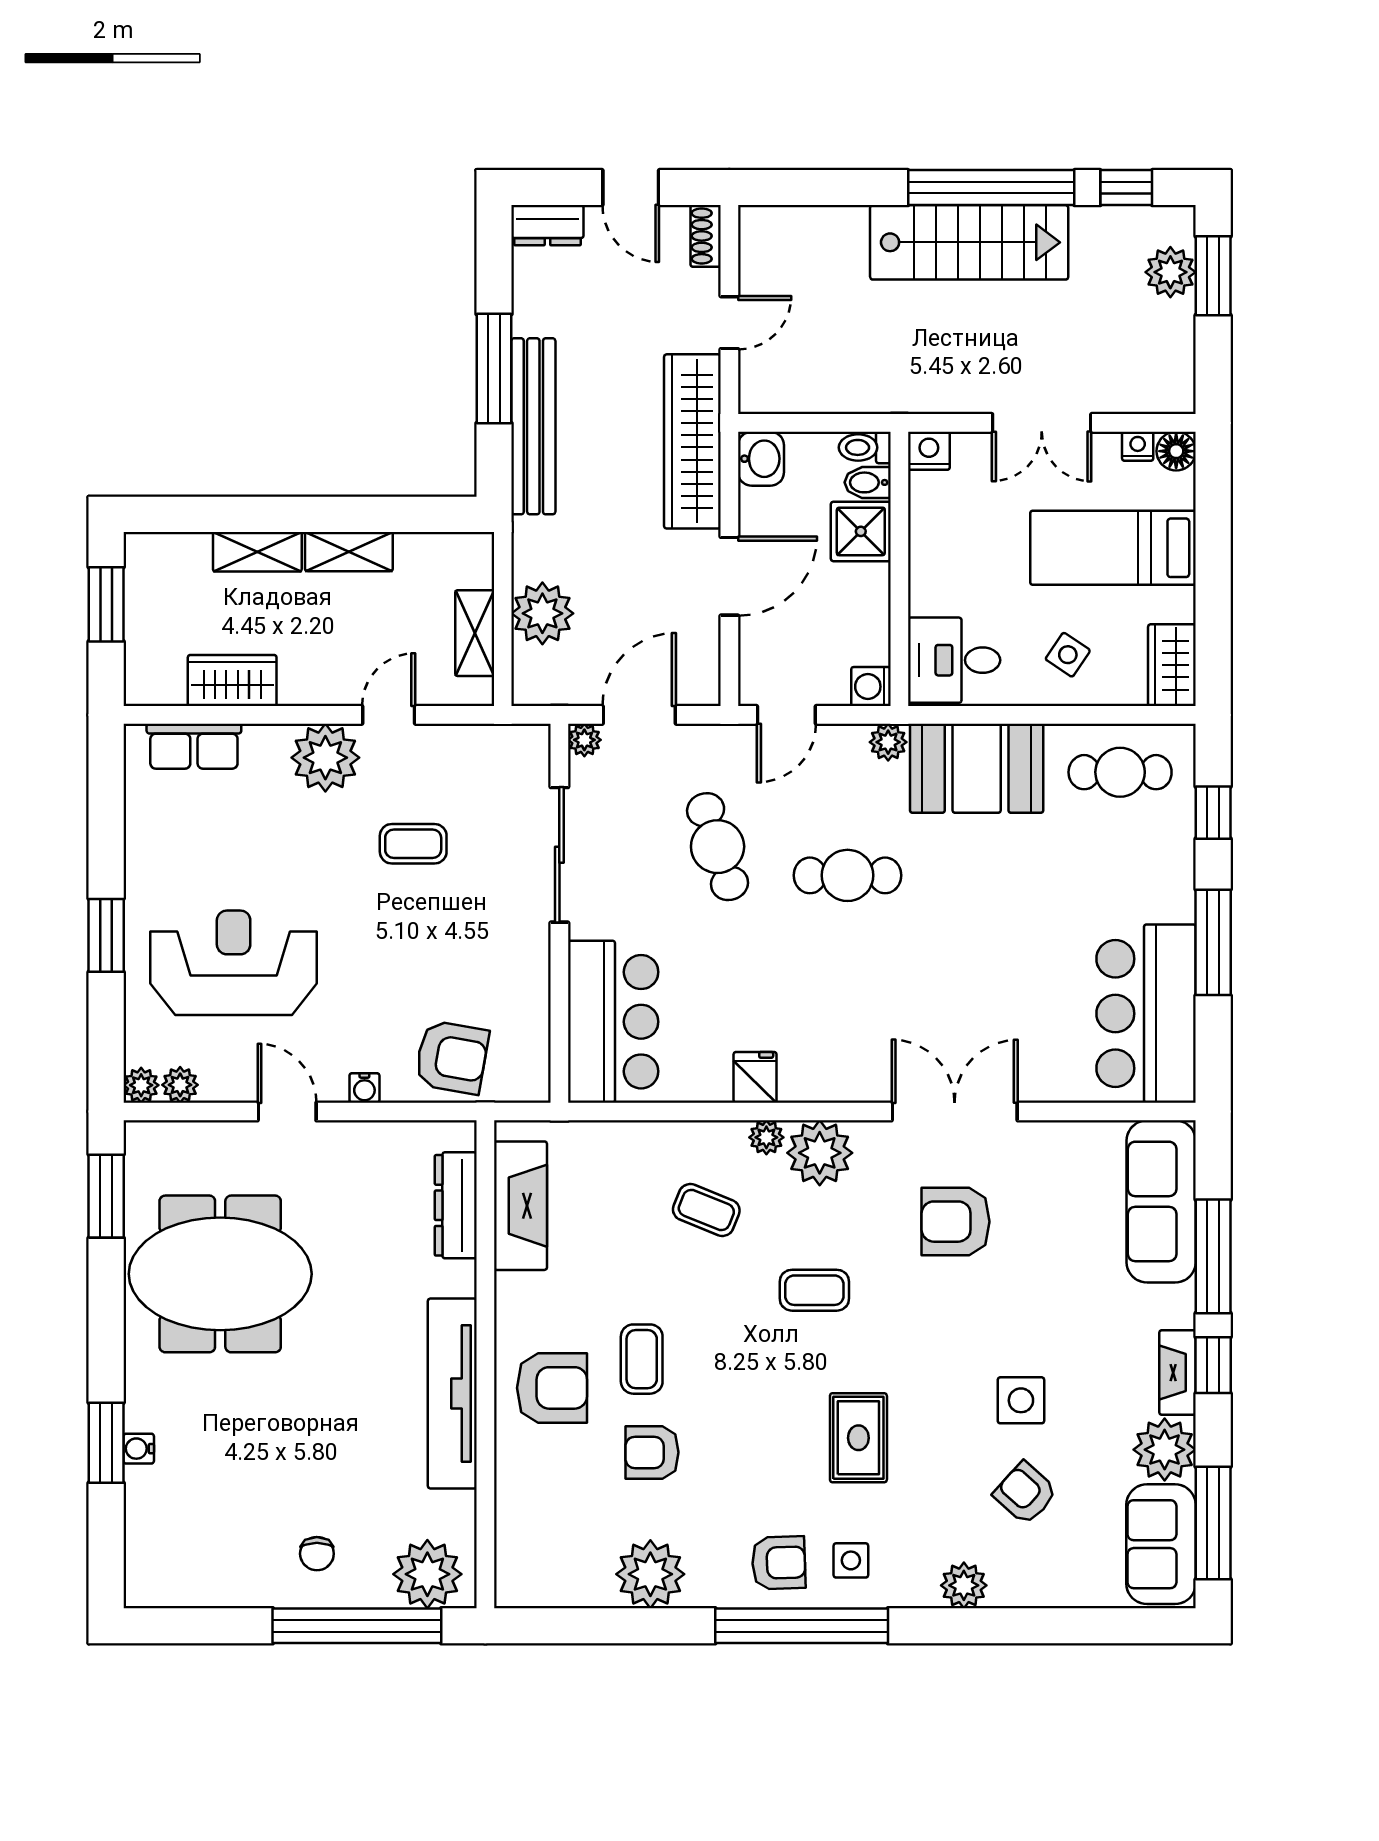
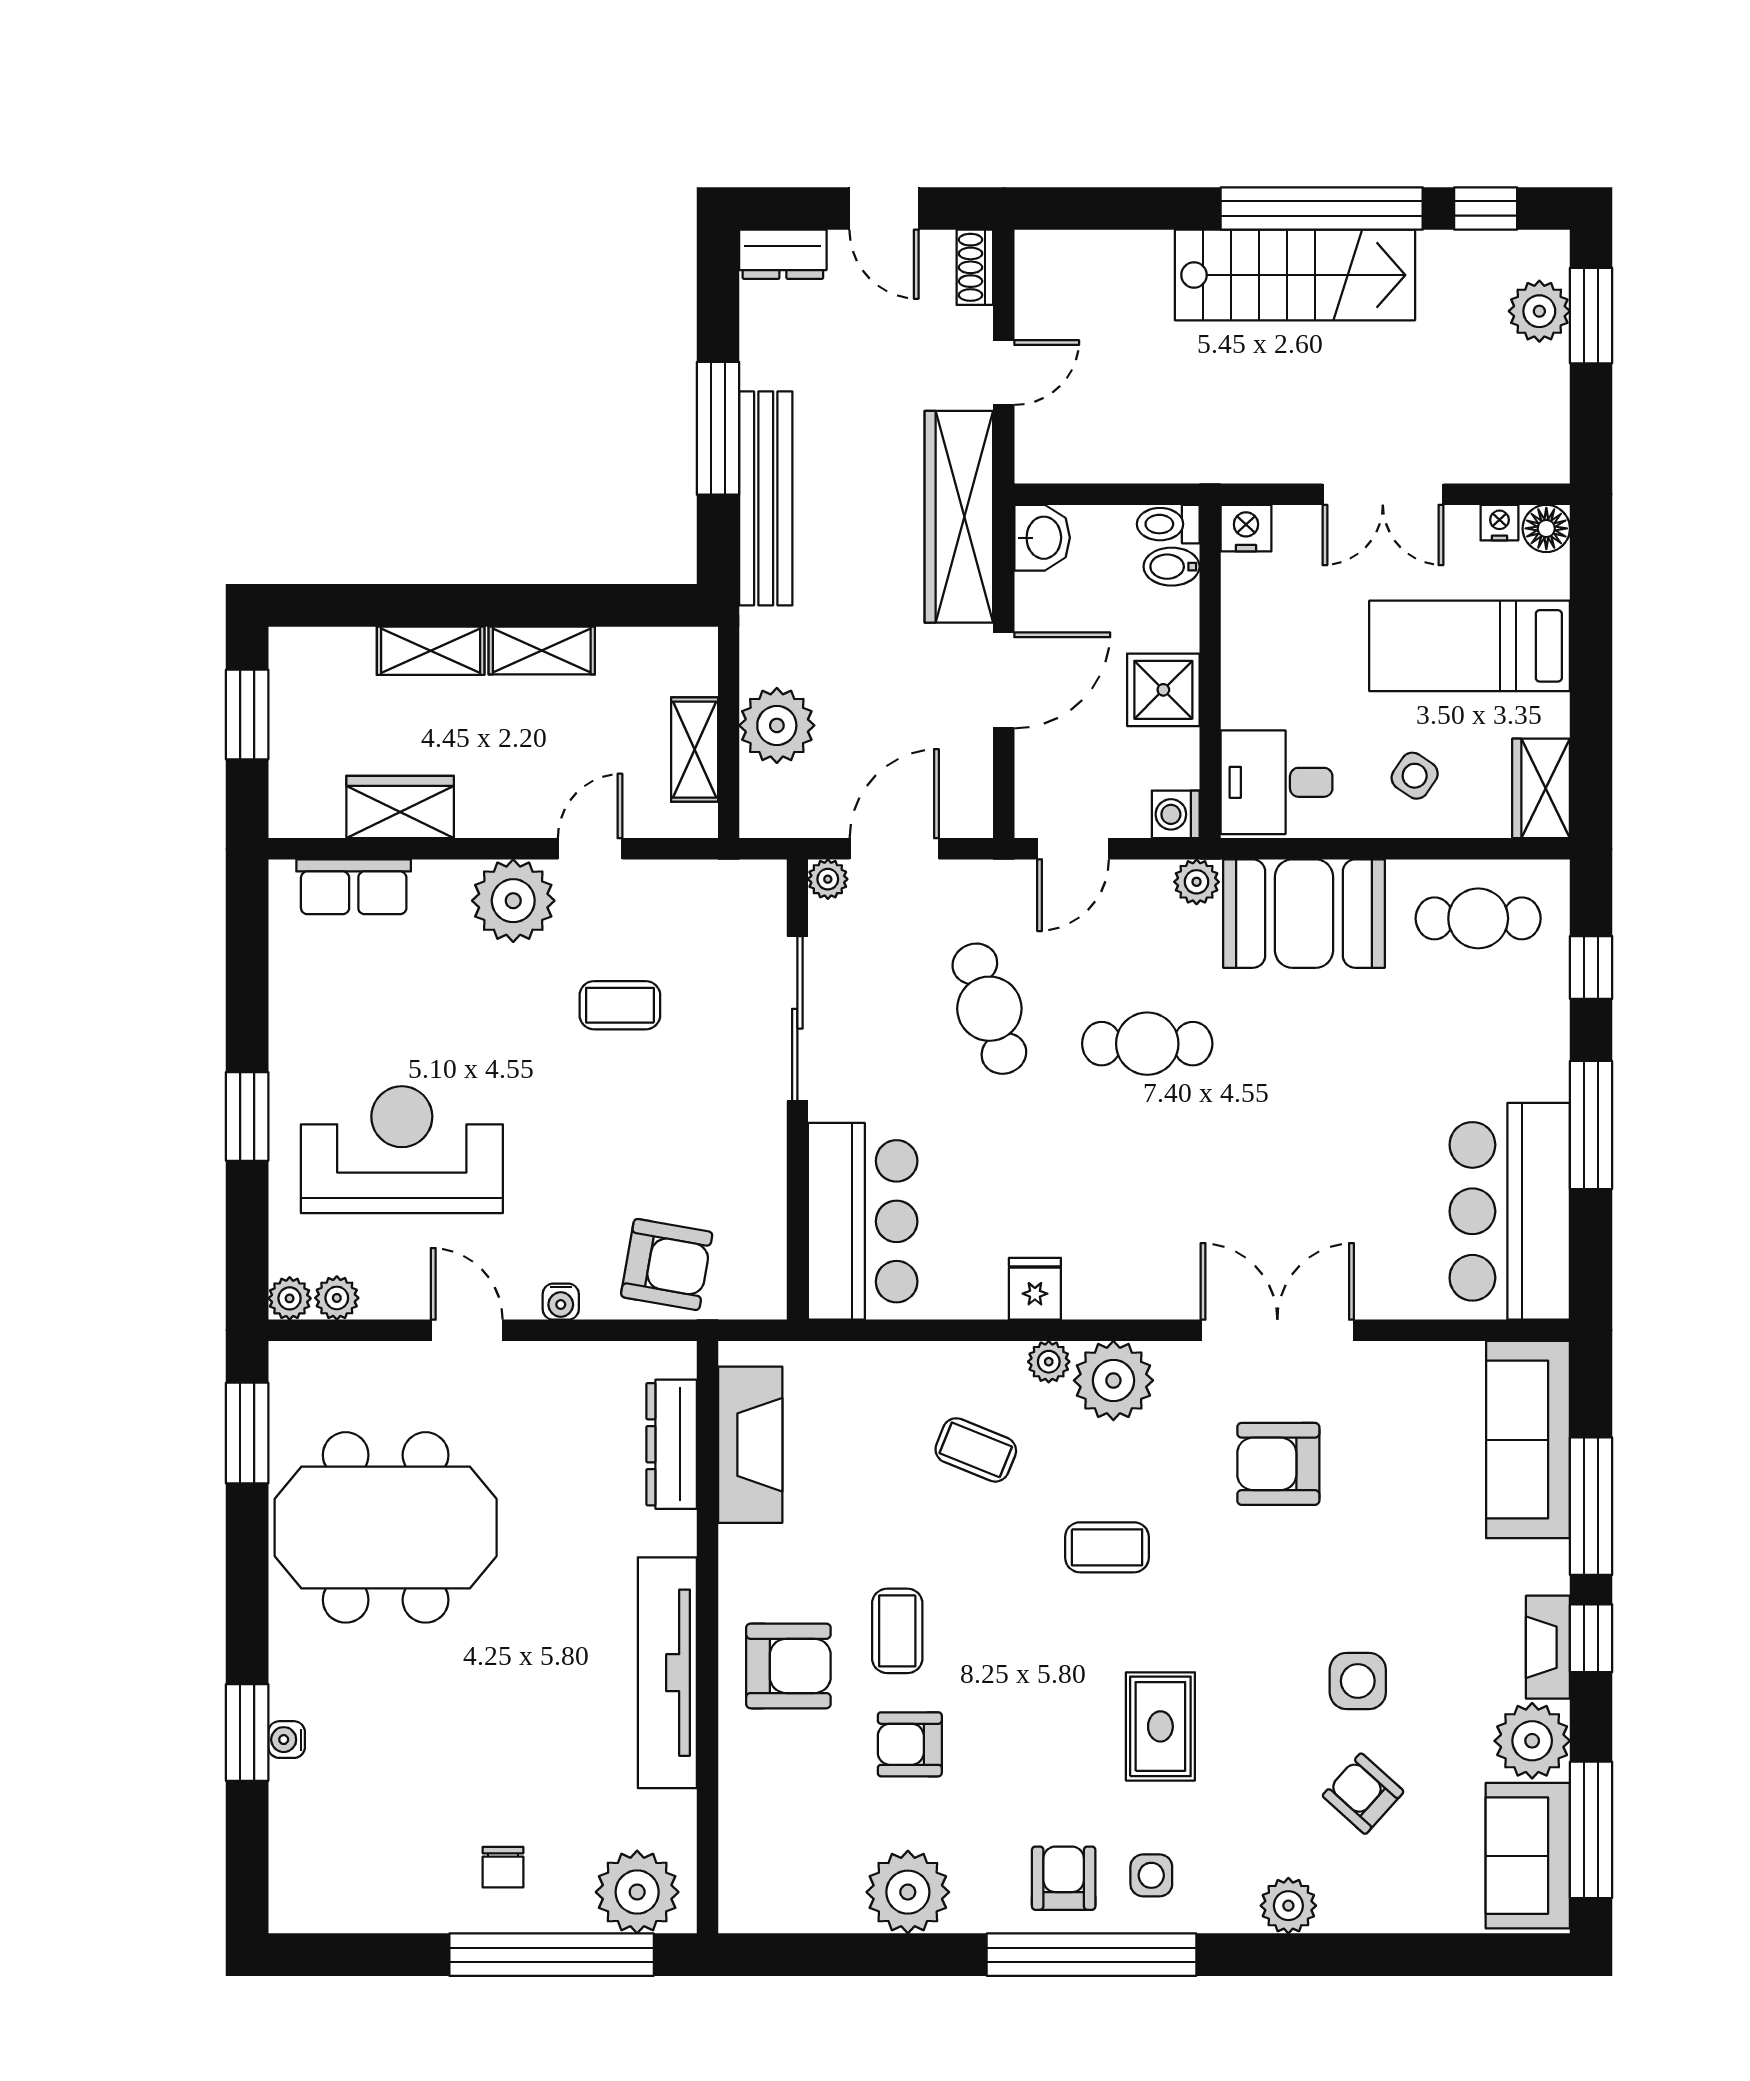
shower: (861, 531) -> (1163, 690), moved
armchair: (779, 1563) -> (1064, 1878), turned -88

